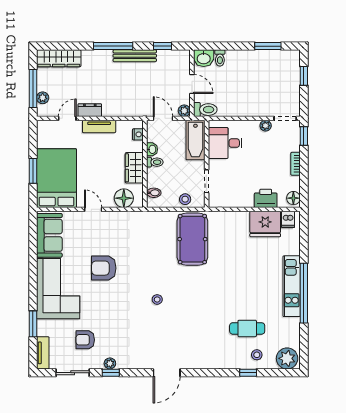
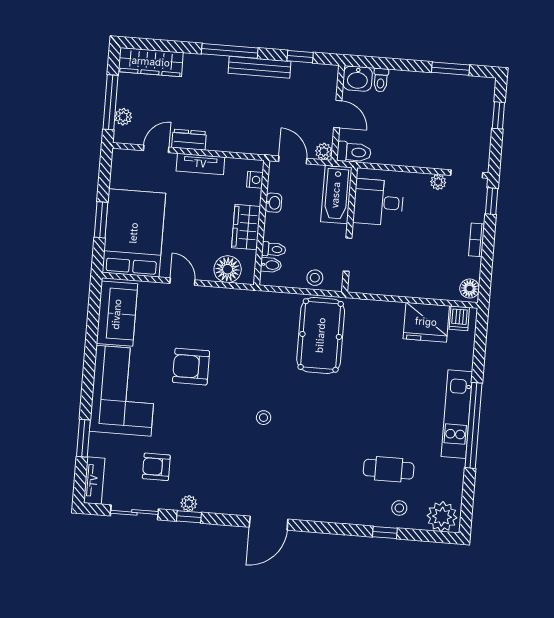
toilet: (155, 162) -> (274, 249), moved
printer: (266, 198) -> (430, 286), removed

